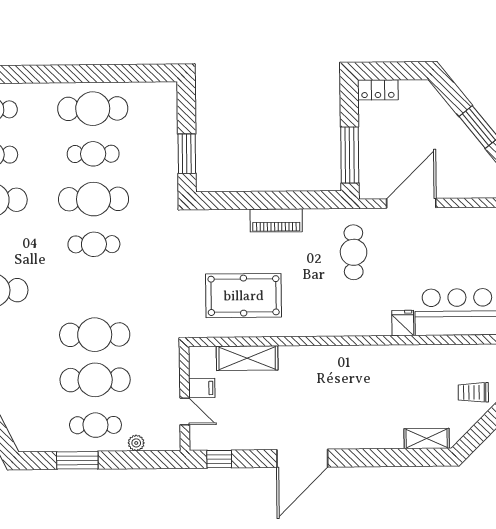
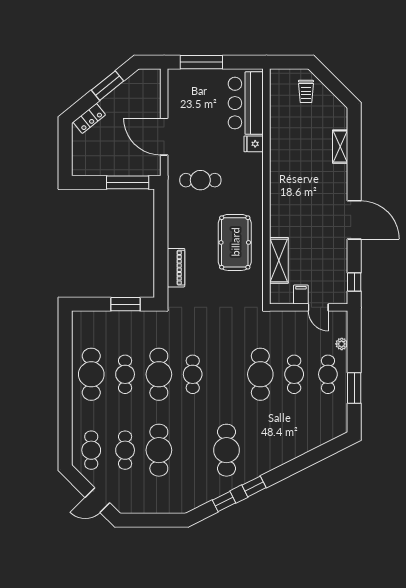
locker: (378, 90) -> (89, 118), moved, turned 51
piano: (276, 220) -> (176, 268), moved
pool table: (244, 296) -> (235, 242), moved
cafe table: (95, 380) -> (294, 374), width x0.73, depth x0.74
door: (185, 411) -> (318, 307), swing flipped
shelving: (427, 438) -> (340, 147), moved

